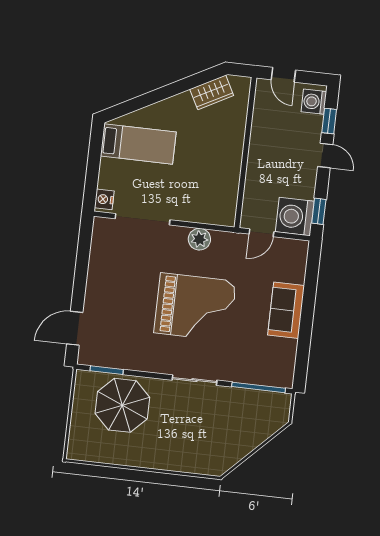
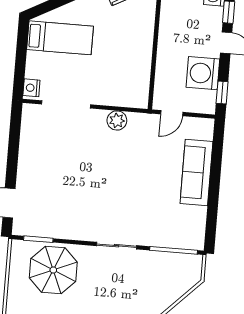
washing machine: (295, 217) -> (203, 73), moved
grand piano: (195, 307) -> (115, 181), removed
sofa: (286, 310) -> (196, 173), width x1.36

